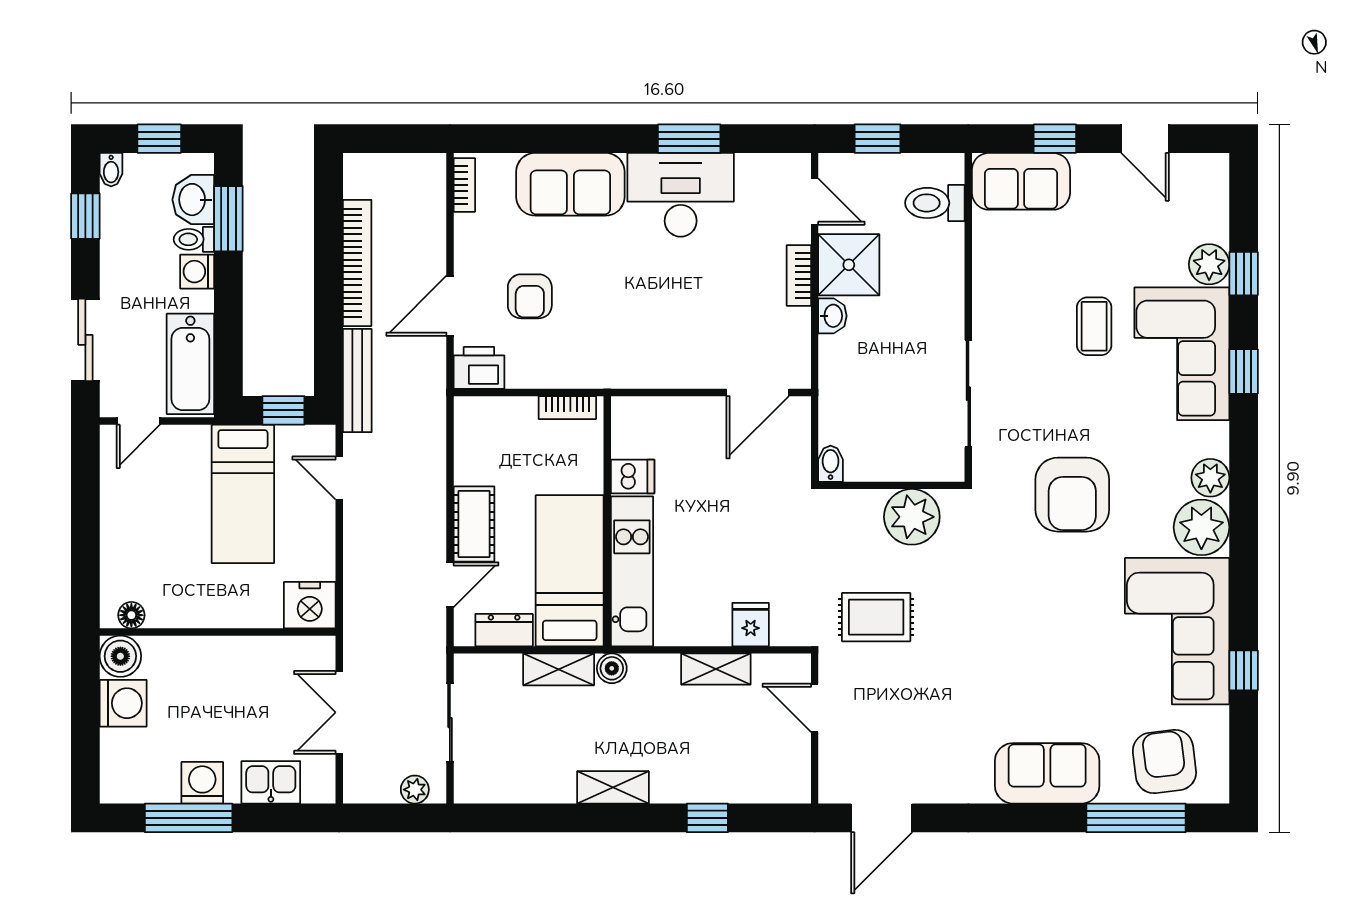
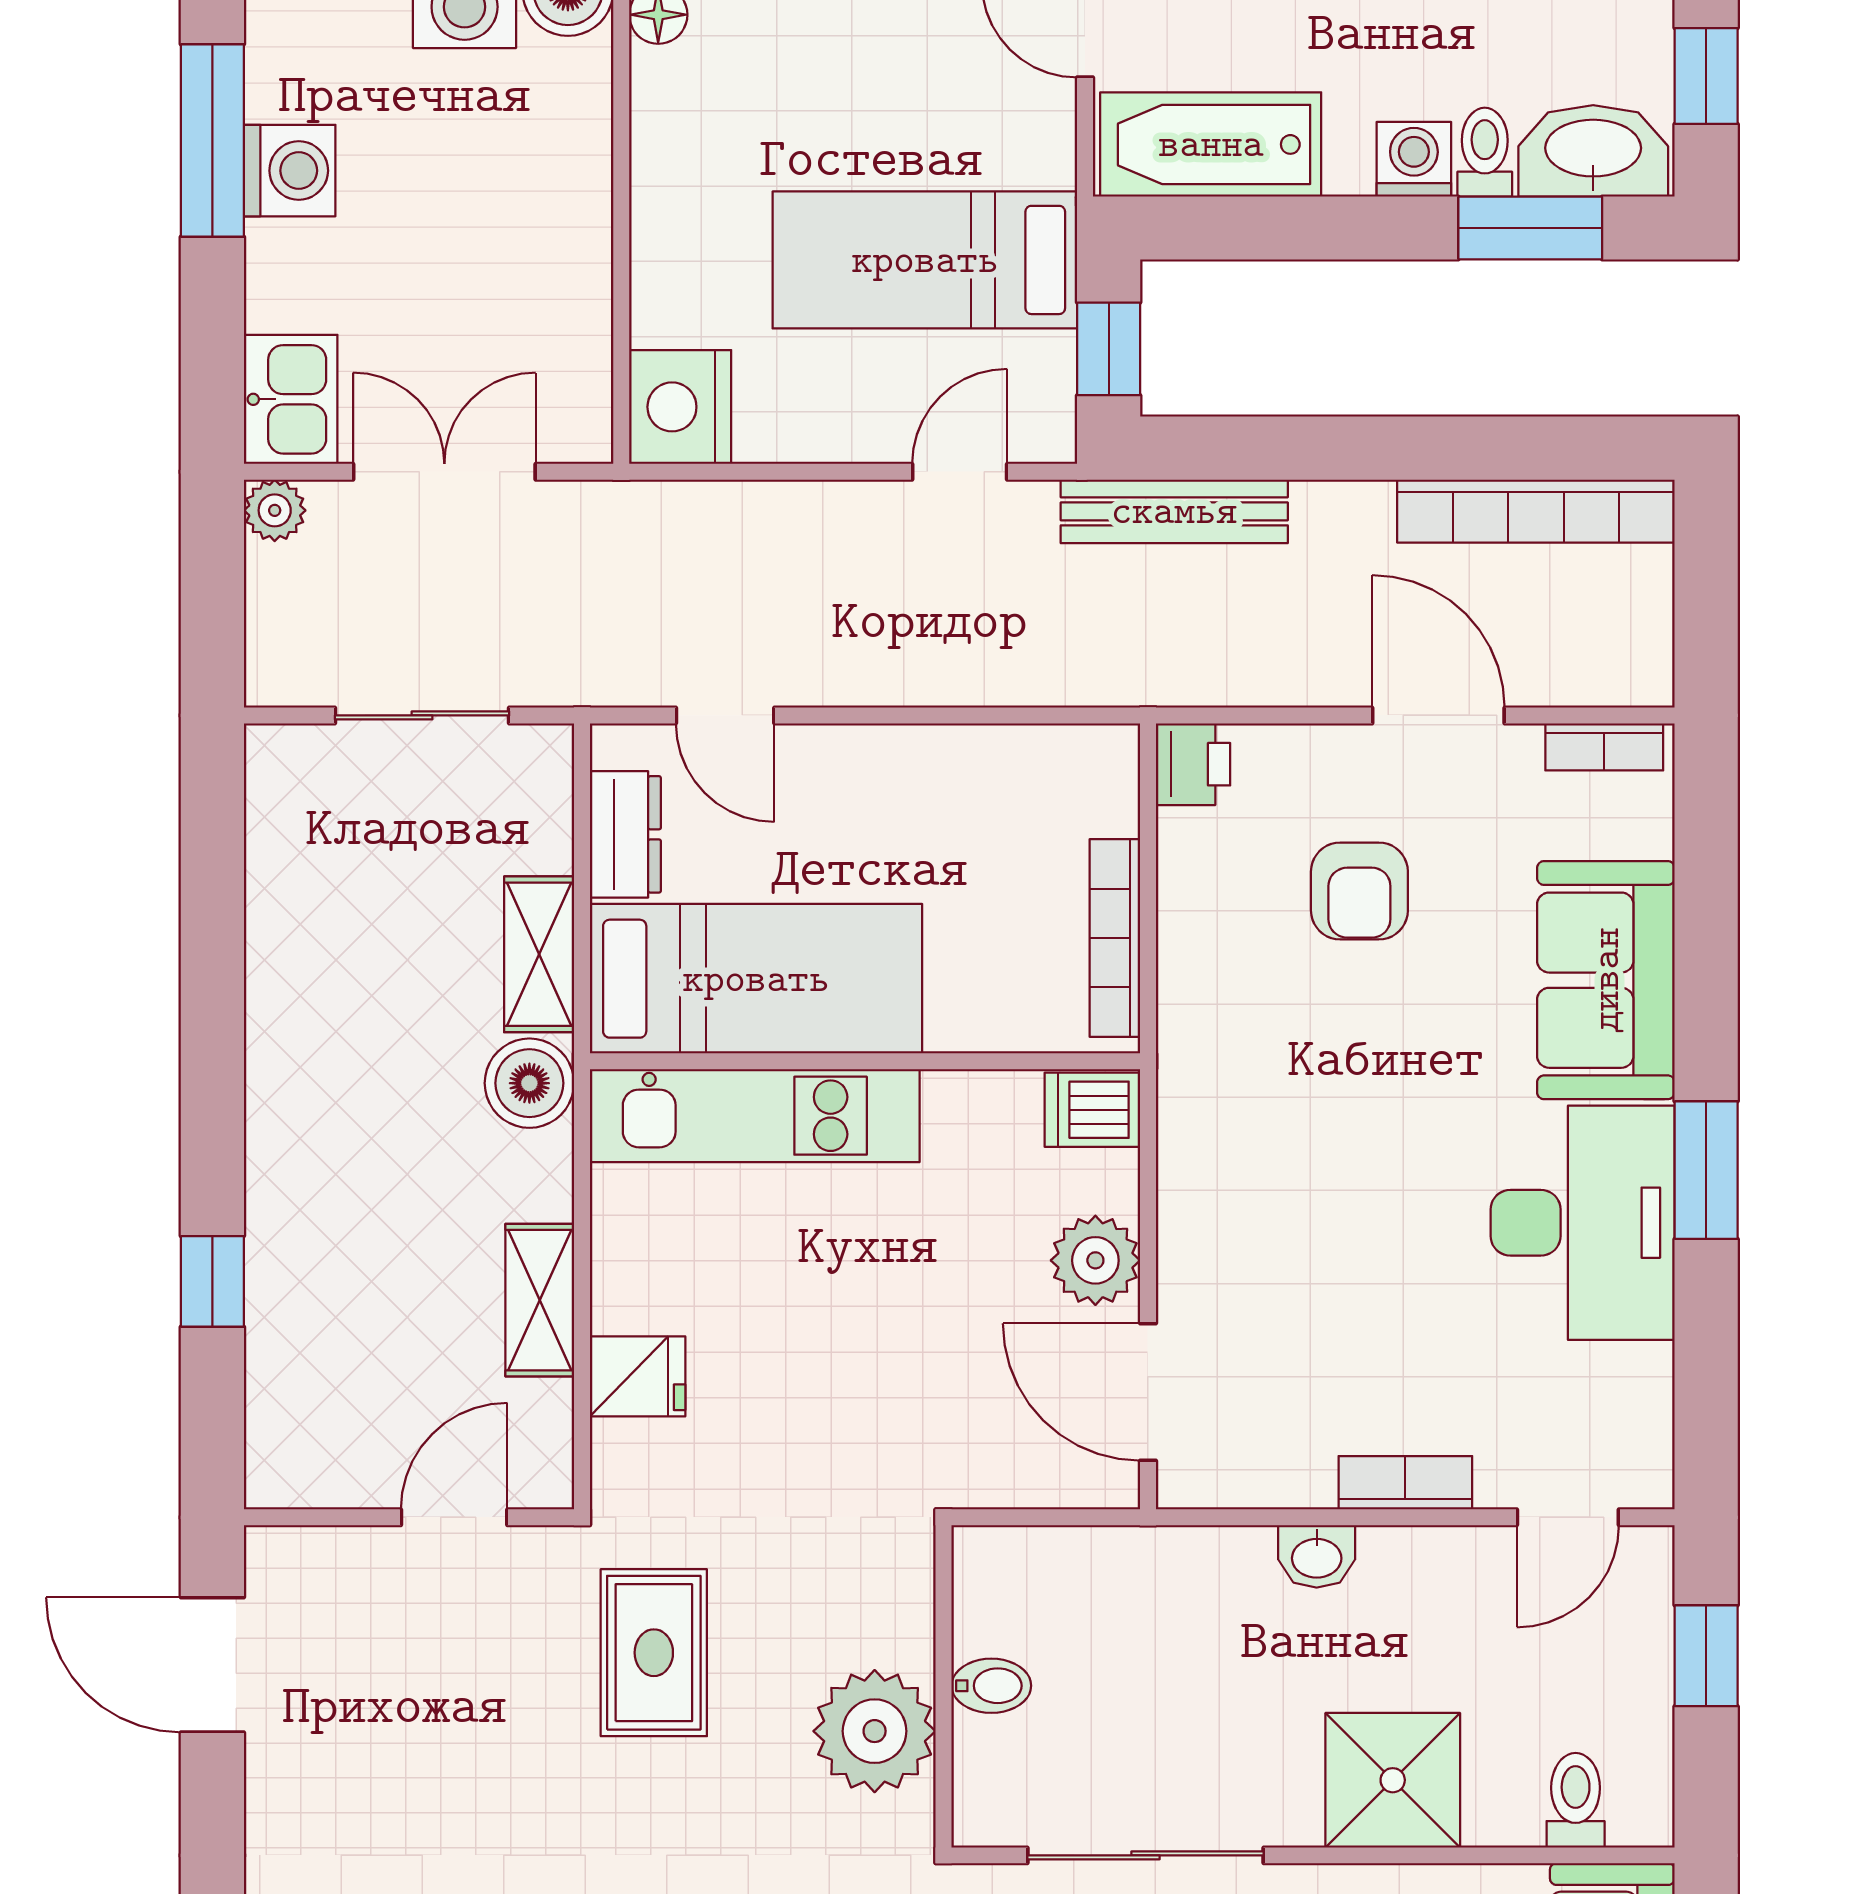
window: (689, 139) -> (1706, 1170), moved
washbasin: (193, 200) -> (1593, 151), width x1.38
toilet: (935, 203) -> (1576, 1800), width x0.73, depth x0.72
bookcase: (357, 263) -> (1536, 511), moved
shower: (849, 265) -> (1393, 1780), moved
armchair: (530, 296) -> (1359, 891), turned -90
door: (450, 306) -> (1438, 715), moved
printer: (479, 368) -> (1193, 764), width x0.73, depth x0.81
bookcase: (567, 408) -> (1115, 938), width x1.56
plant: (698, 416) -> (1095, 1260), added
bidet: (831, 464) -> (991, 1686), moved
dishwasher: (633, 477) -> (1092, 1110), moved, turned 90
cot: (474, 524) -> (859, 768), removed
boiler: (612, 668) -> (529, 1083), width x1.36, depth x1.36
kitchen sink: (271, 782) -> (291, 399), moved
shelving: (613, 787) -> (279, 1074), removed
plant: (415, 790) -> (275, 510), moved

